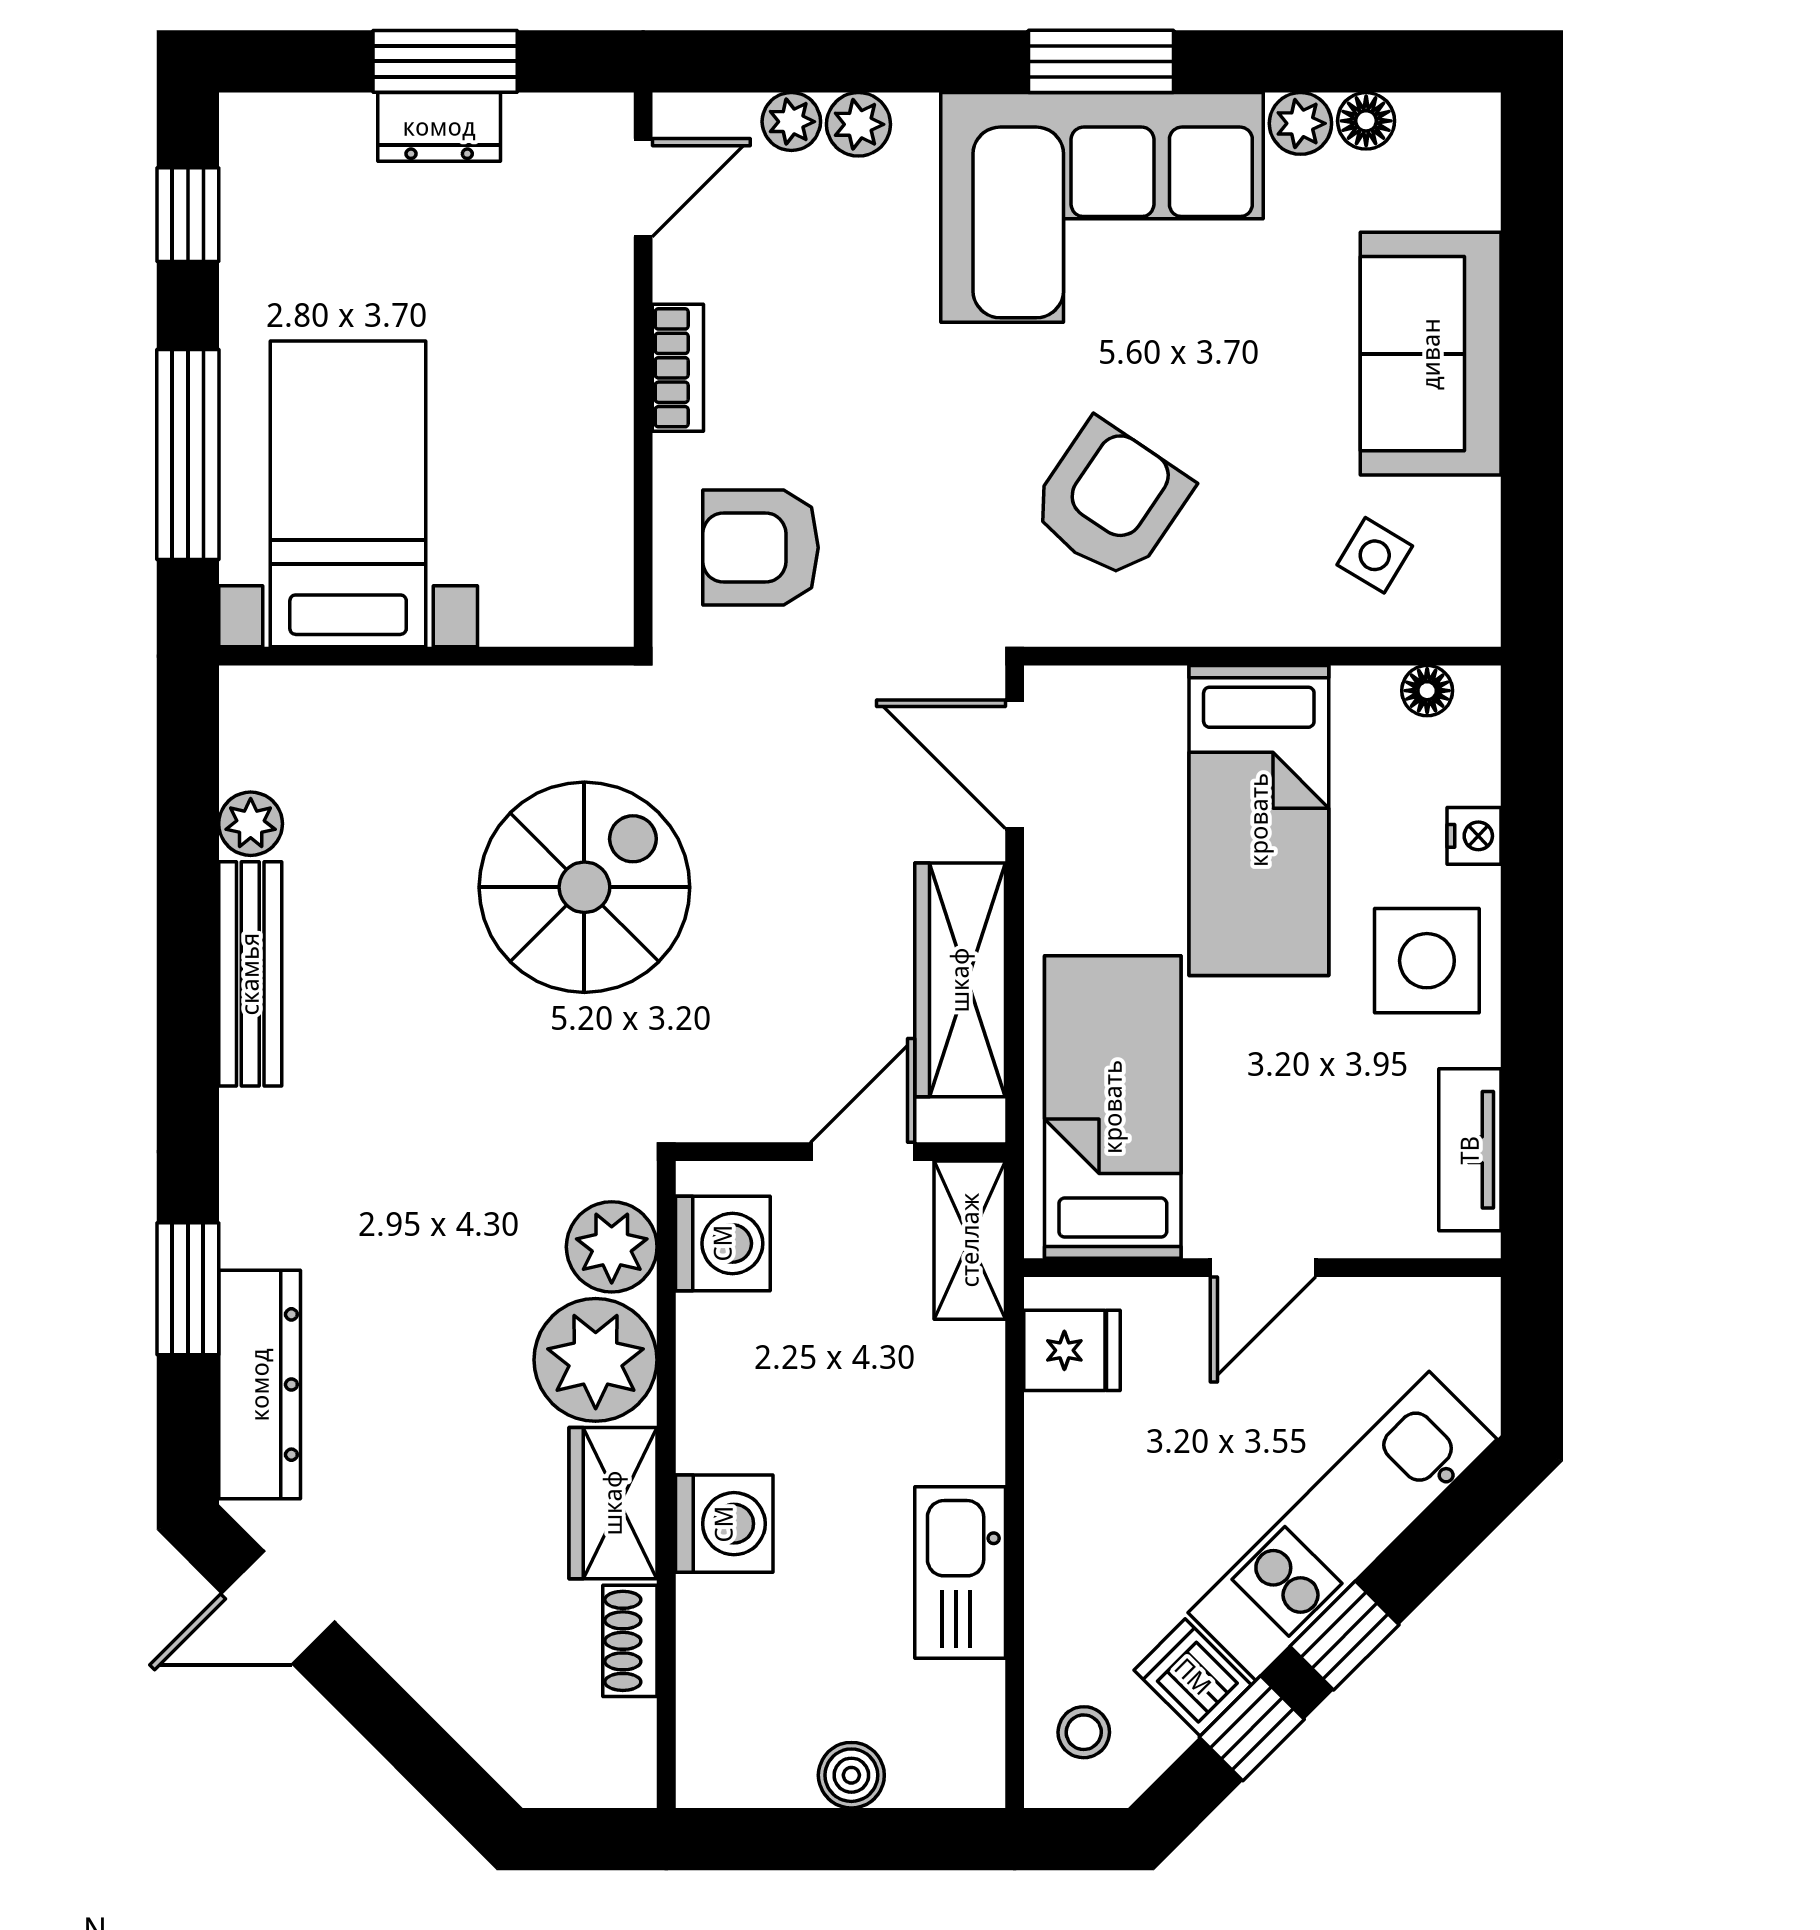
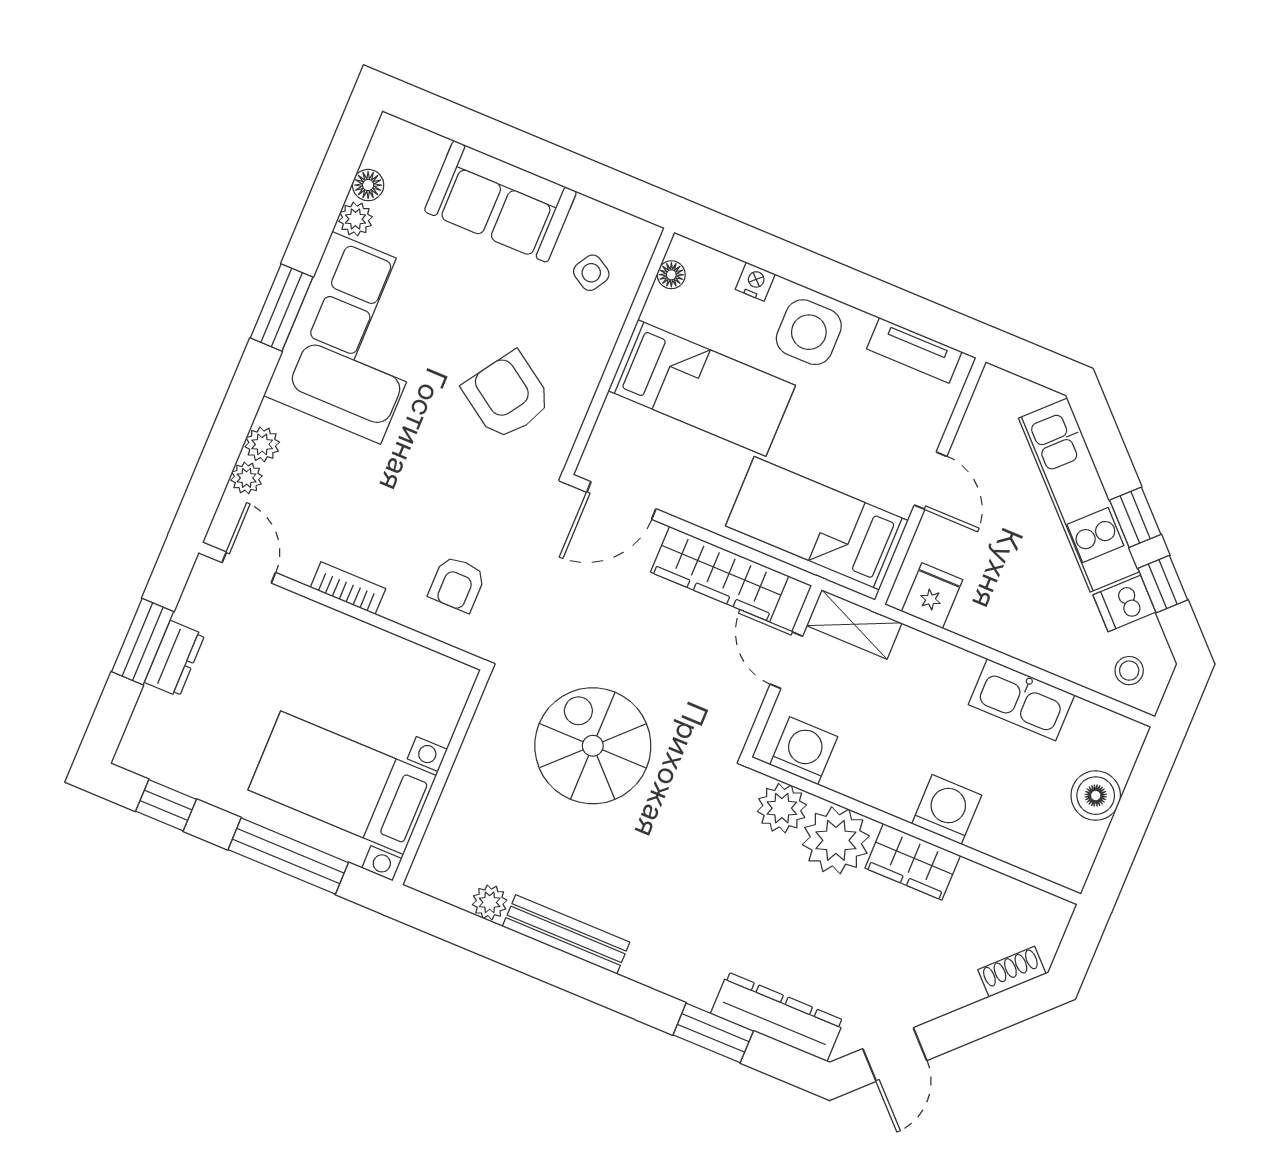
armchair: (761, 548) -> (457, 584), width x0.72, depth x0.72
shoe rack: (630, 1641) -> (1012, 972), moved, turned 135
boiler: (851, 1775) -> (1096, 796), width x1.36, depth x1.36

